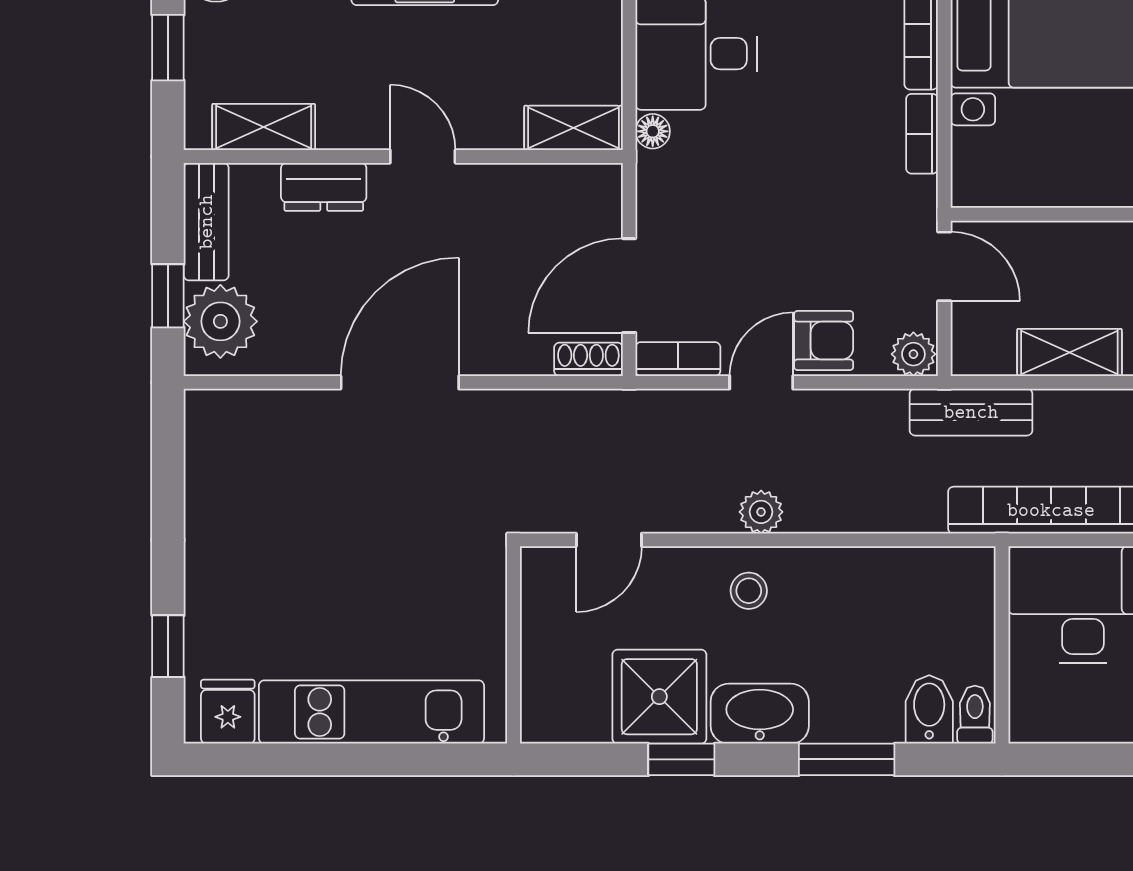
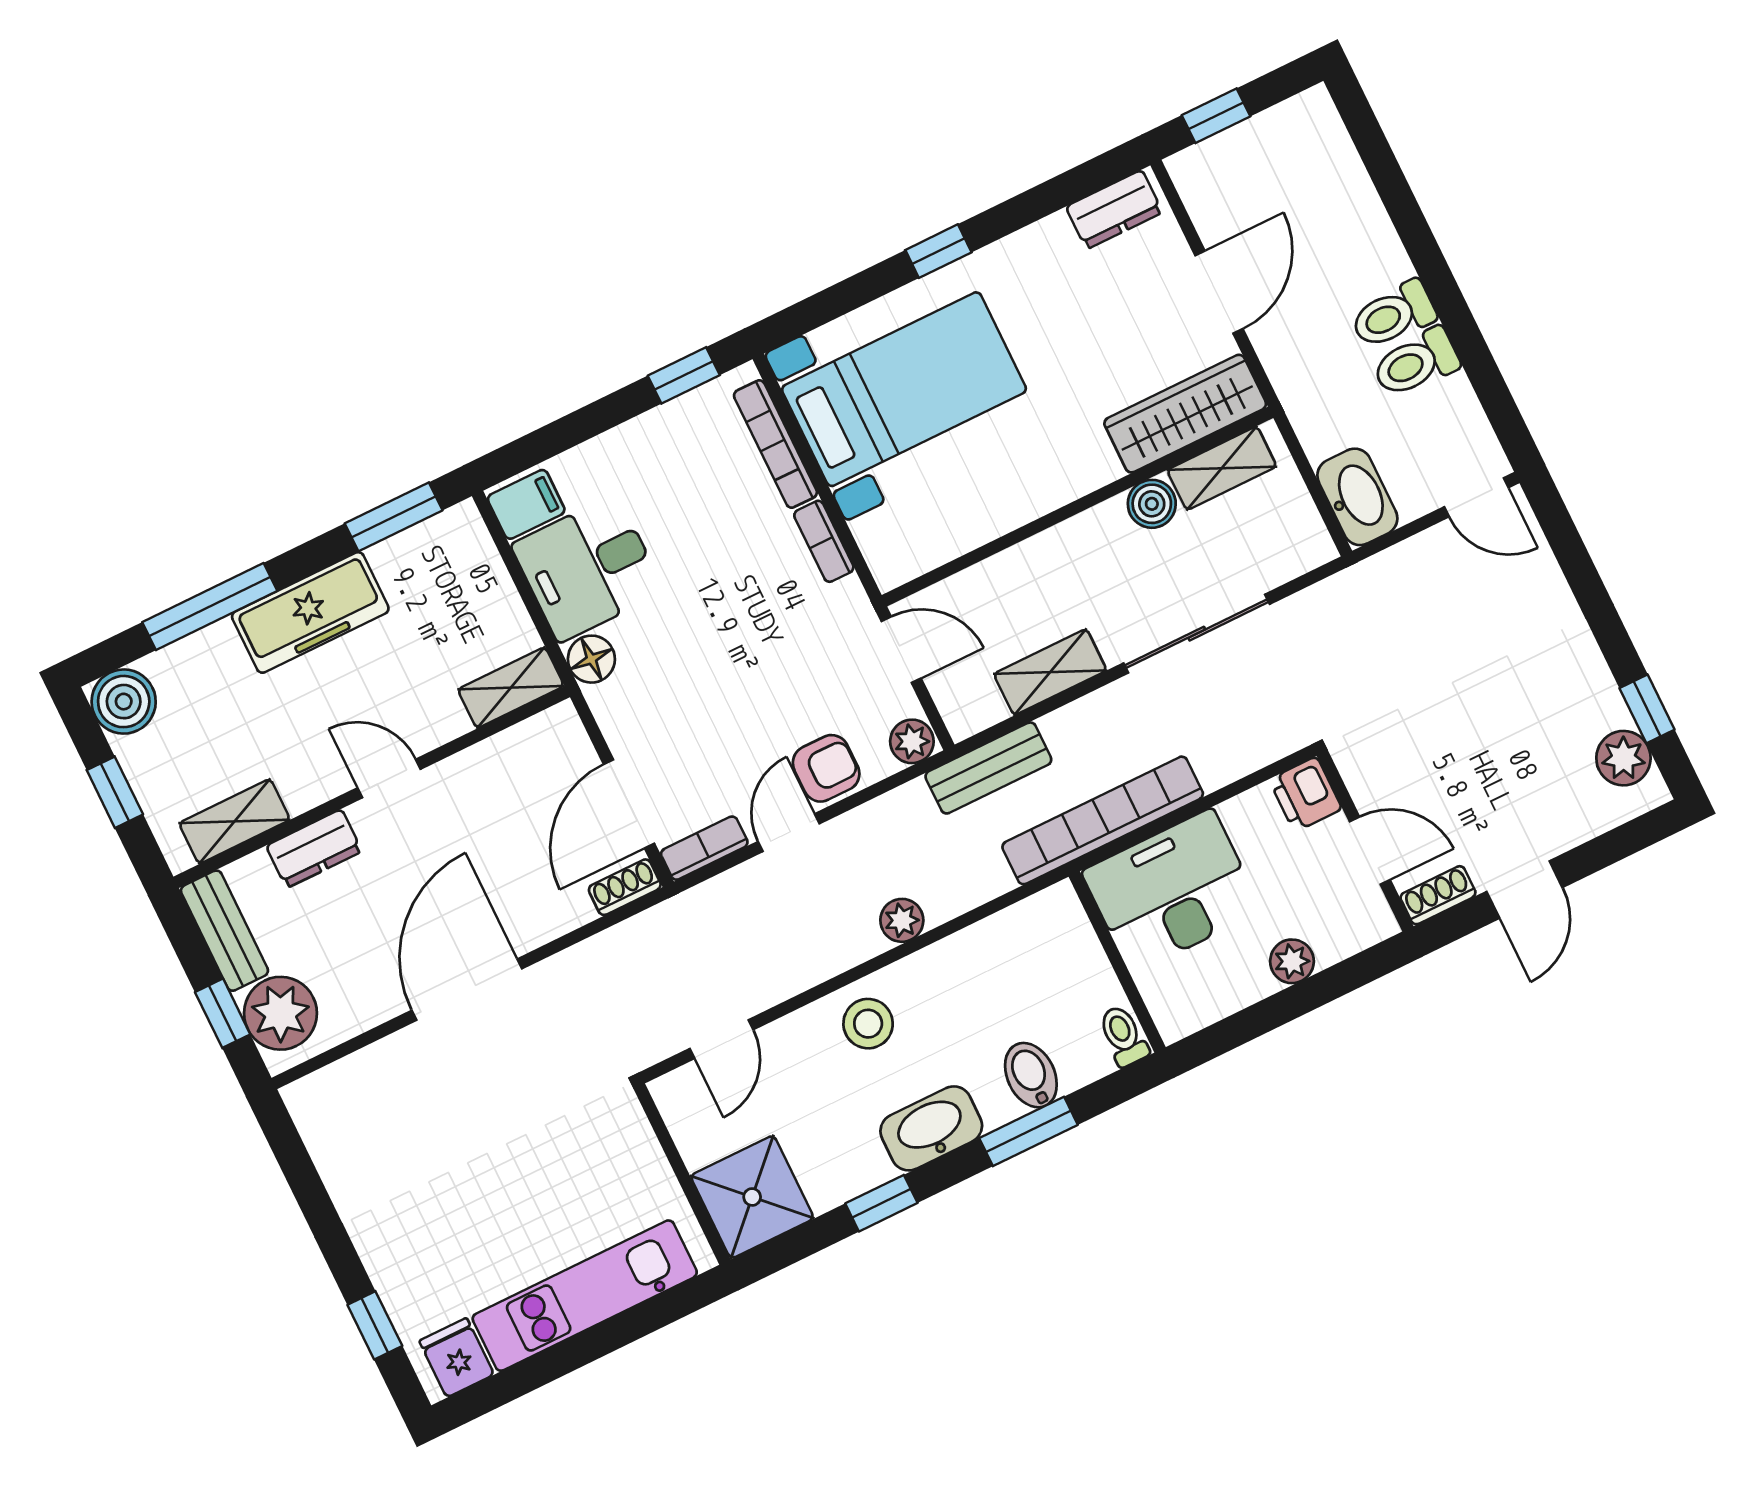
floor lamp: (653, 131) -> (591, 659), width x1.37, depth x1.37
plant: (761, 512) -> (902, 920), moved
stool: (749, 591) -> (868, 1024), width x1.37, depth x1.37
shower: (659, 697) -> (752, 1197), moved
bidet: (929, 709) -> (1031, 1075), moved

